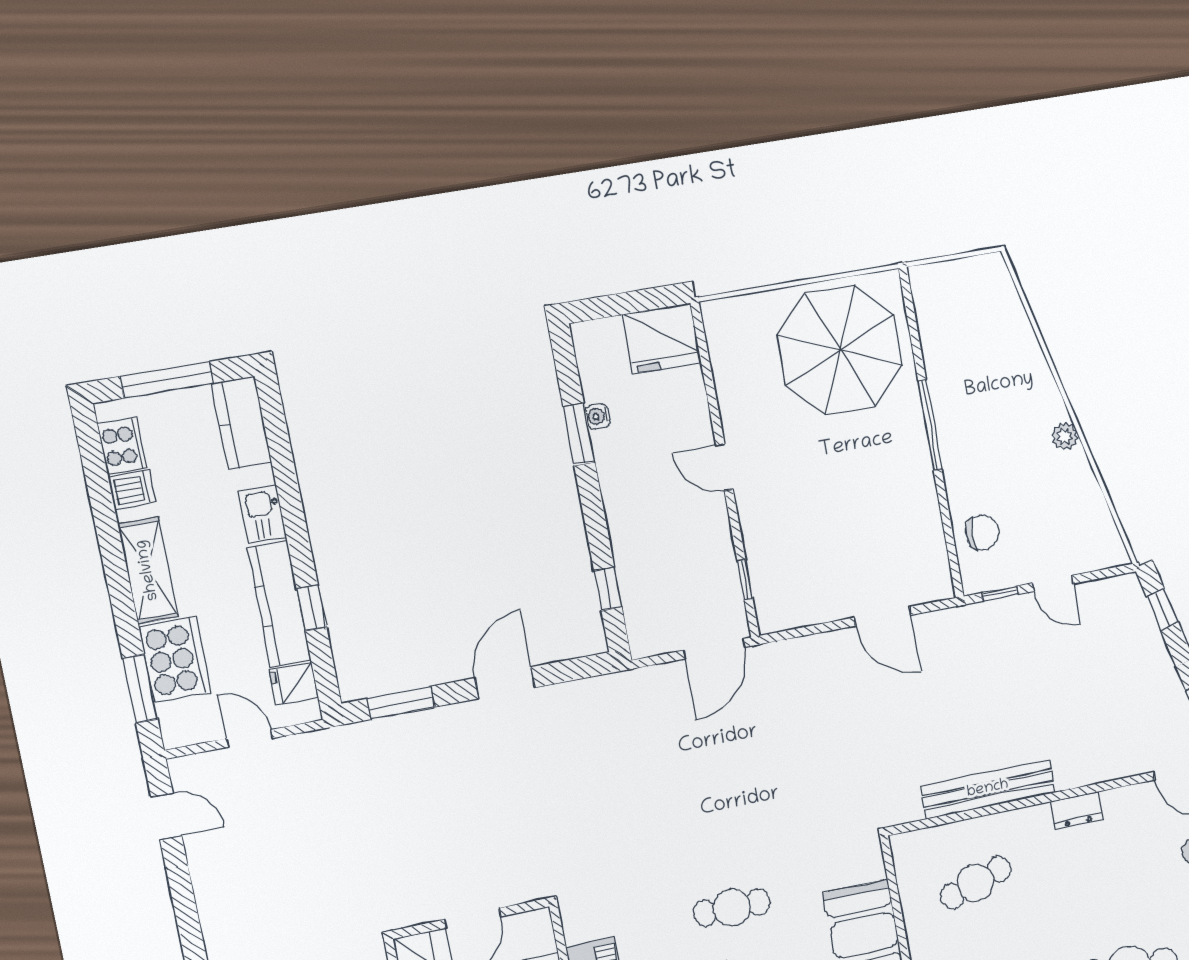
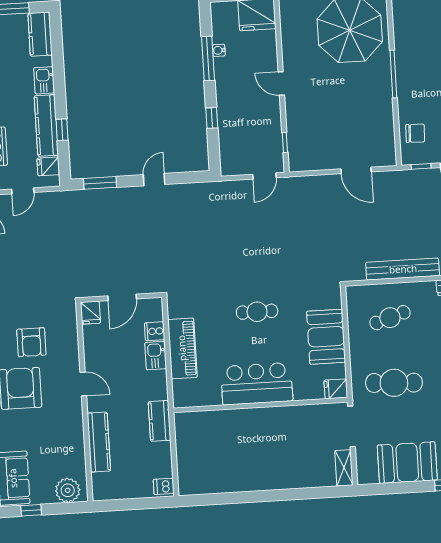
window: (579, 434) -> (208, 58), width x1.44
window: (608, 589) -> (212, 118), moved
door: (714, 649) -> (264, 176), width x0.73
door: (505, 683) -> (154, 180), width x0.73
door: (249, 738) -> (23, 191), swing flipped

